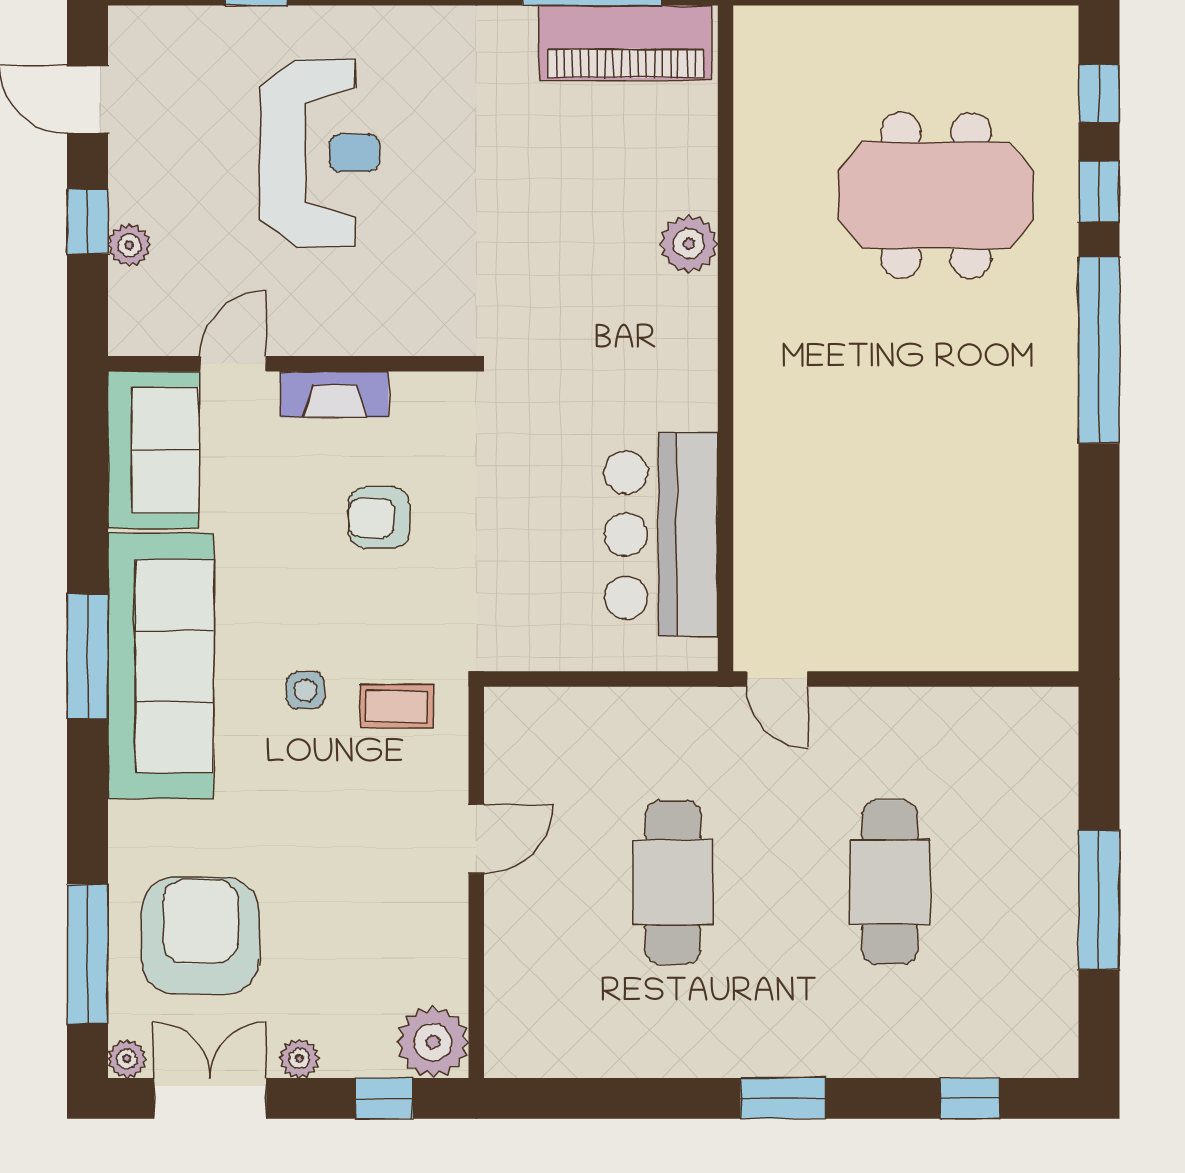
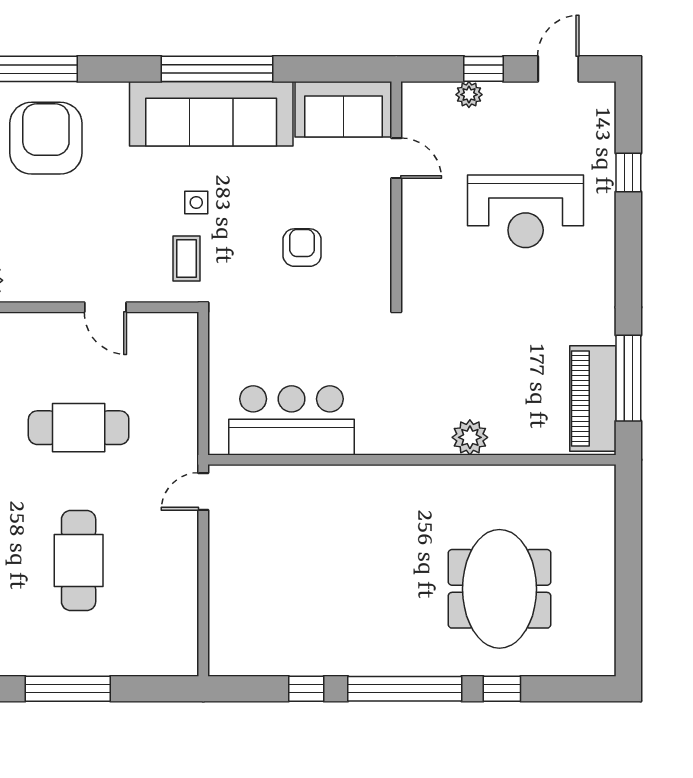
window: (1099, 93) -> (306, 689), moved
fireplace: (335, 394) -> (378, 220), removed
window: (87, 656) -> (217, 69), width x1.46
cafe table: (890, 882) -> (79, 561), turned 90
armchair: (200, 936) -> (46, 138), turned -90

